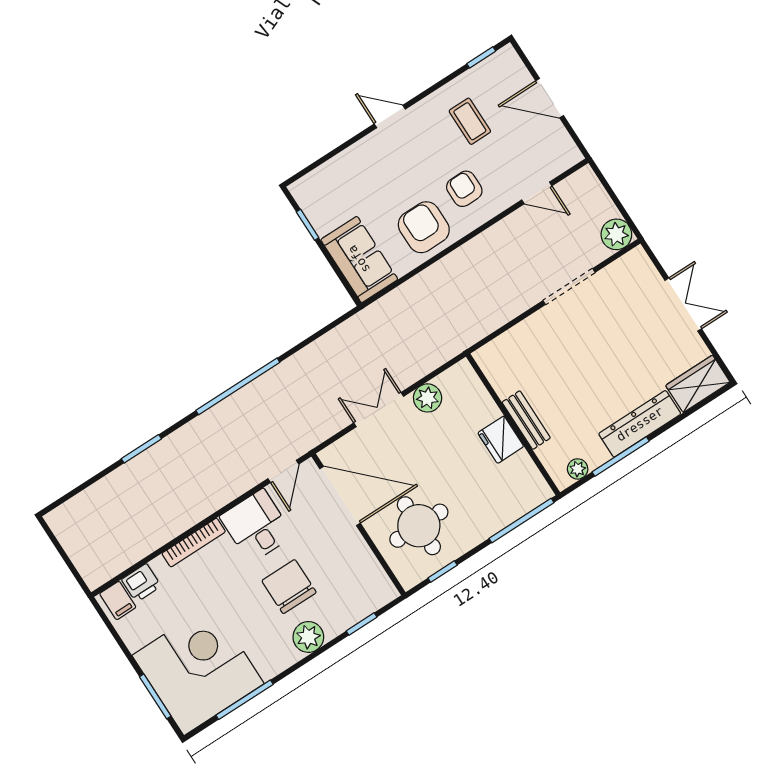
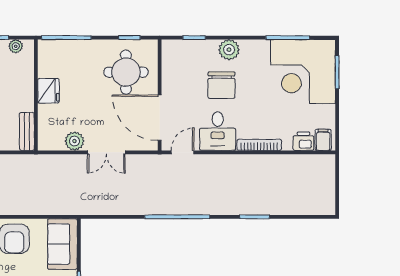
bench: (526, 420) -> (27, 131), moved

